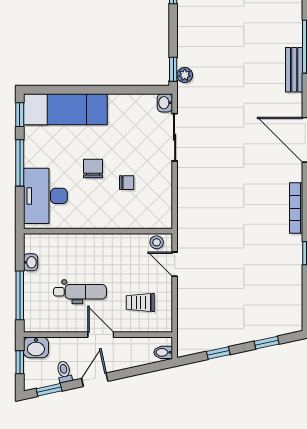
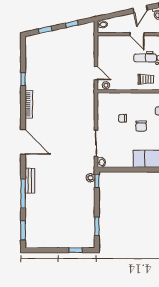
trolley: (140, 302) -> (146, 79), moved

